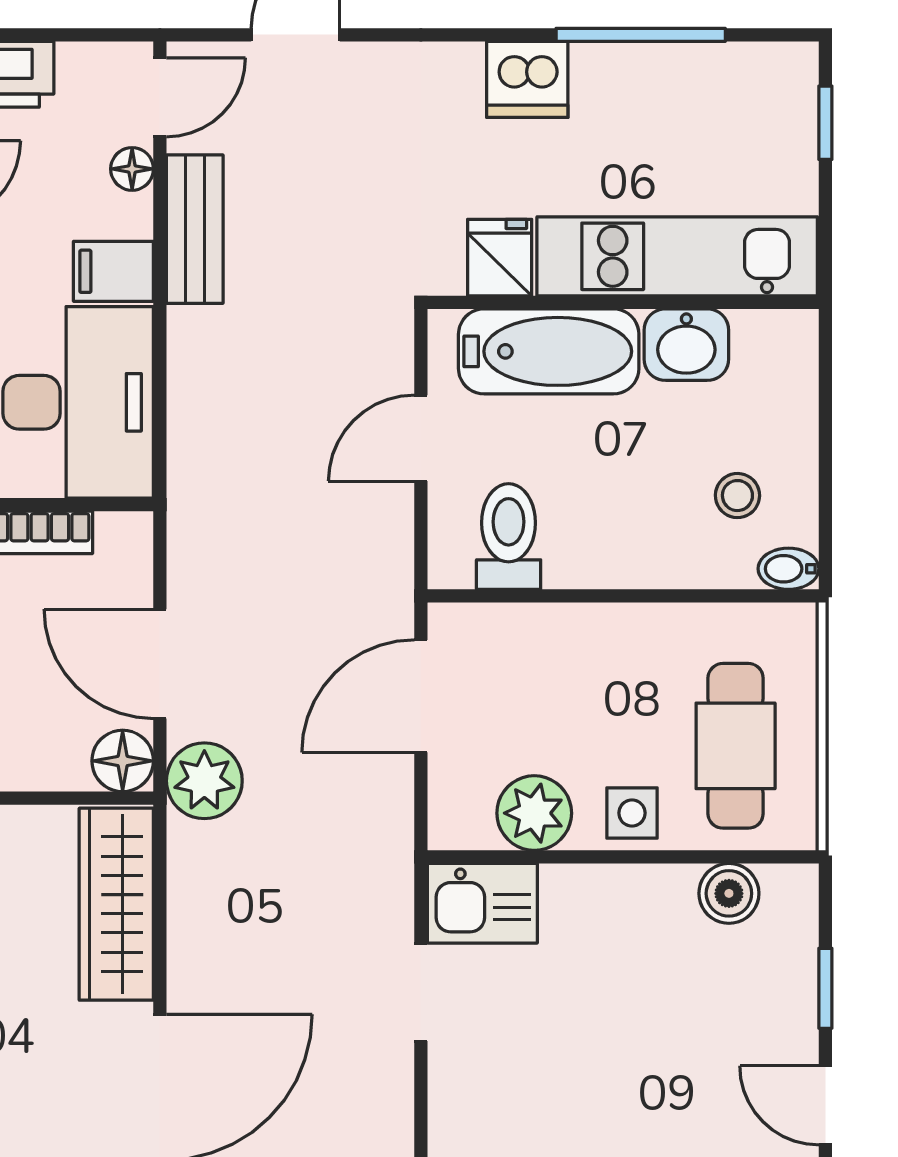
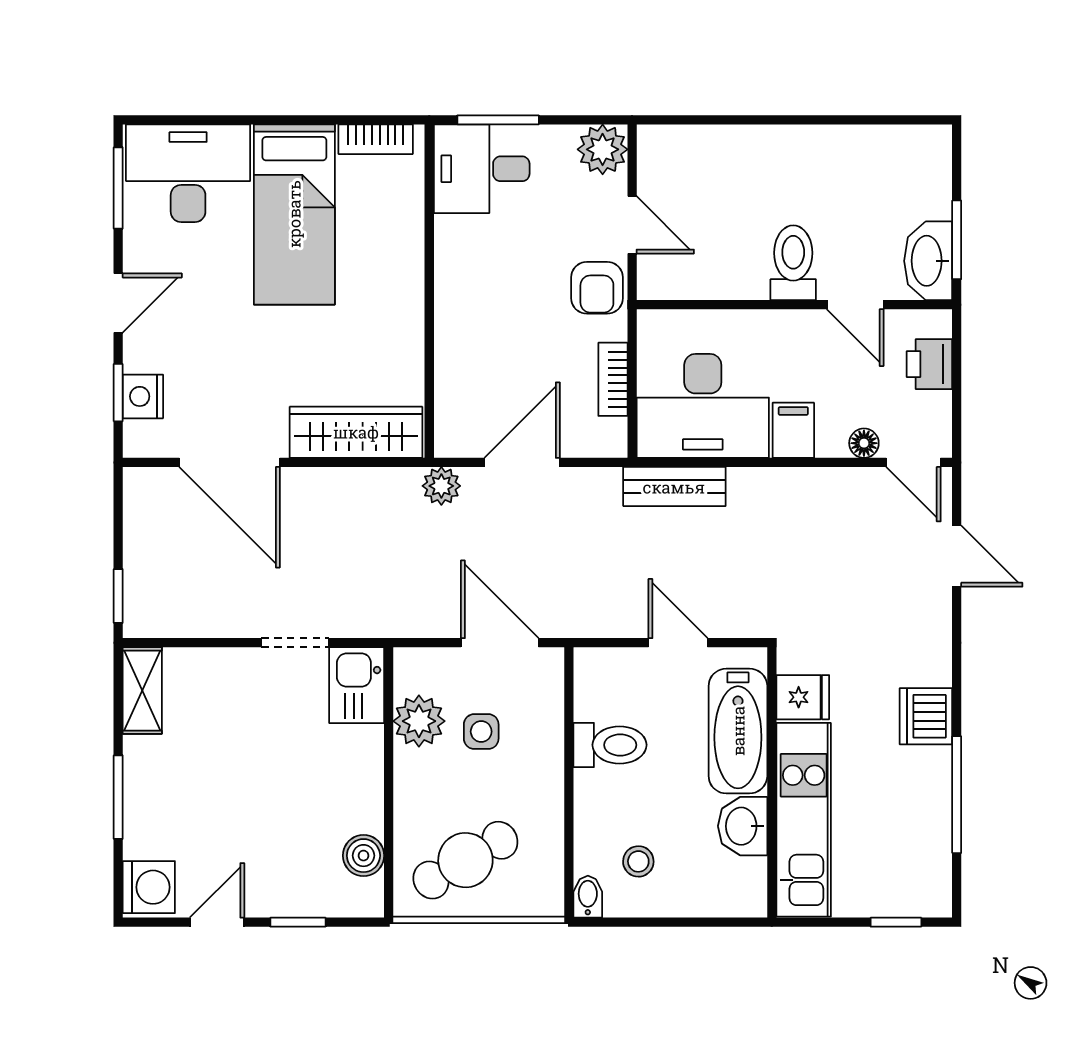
bench: (195, 229) -> (674, 487), moved
toilet: (509, 537) -> (610, 745), moved
cafe table: (736, 746) -> (465, 860), turned -30
floor lamp: (123, 761) -> (455, 437), removed
plant: (204, 781) -> (441, 486), width x0.73, depth x0.73
side table: (632, 813) -> (481, 732), moved

